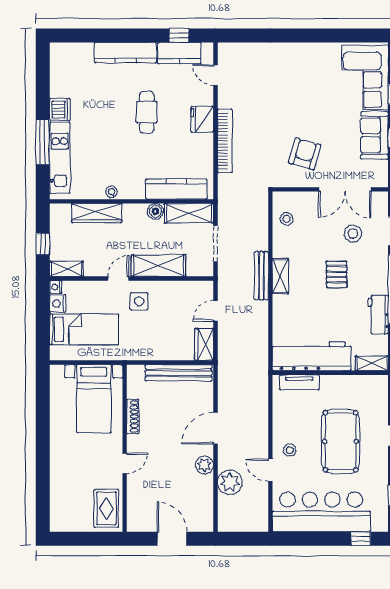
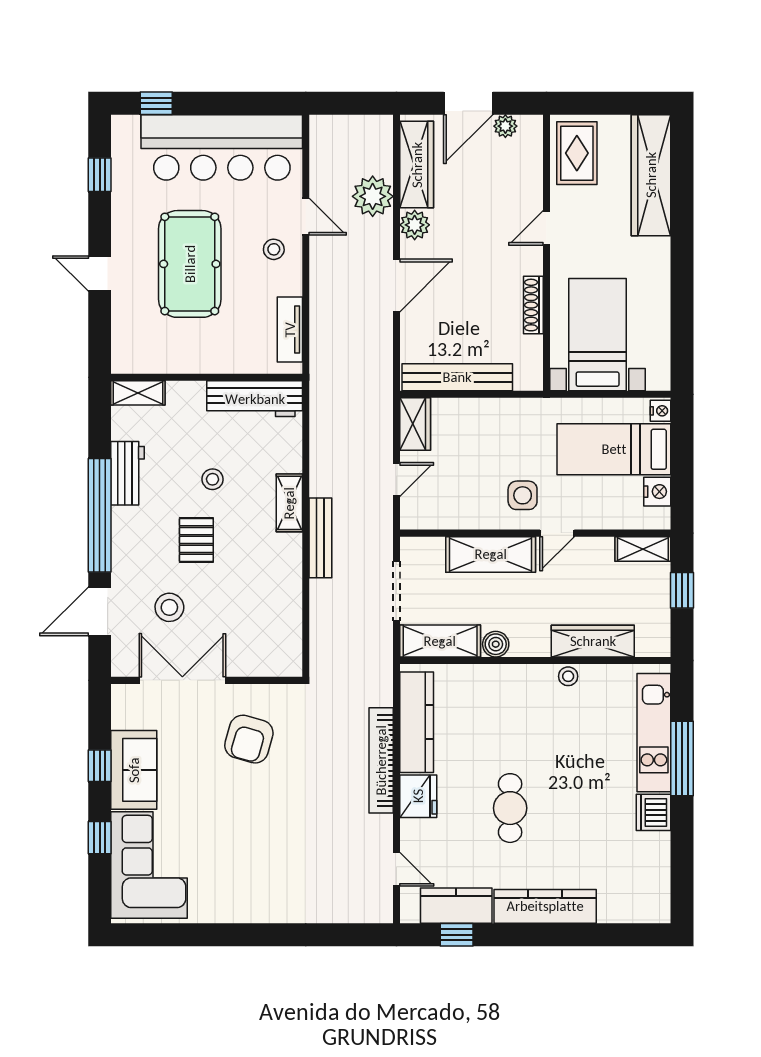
kitchen counter: (176, 189) -> (417, 722), moved, turned -90
stool: (287, 219) -> (213, 479), moved
shelving: (280, 276) -> (289, 503), moved
nightstand: (56, 287) -> (661, 411), moved
workbench: (312, 356) -> (255, 399), width x0.73, depth x0.76
tv unit: (299, 382) -> (290, 330), moved, turned -90
wardrobe: (61, 495) -> (651, 175), added
wardrobe: (203, 502) -> (417, 165), added
plant: (150, 525) -> (505, 126), added
door: (172, 539) -> (468, 103), hinge flipped

